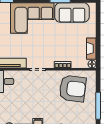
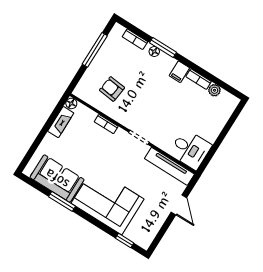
armchair: (73, 89) -> (112, 89), width x0.53, depth x0.53

